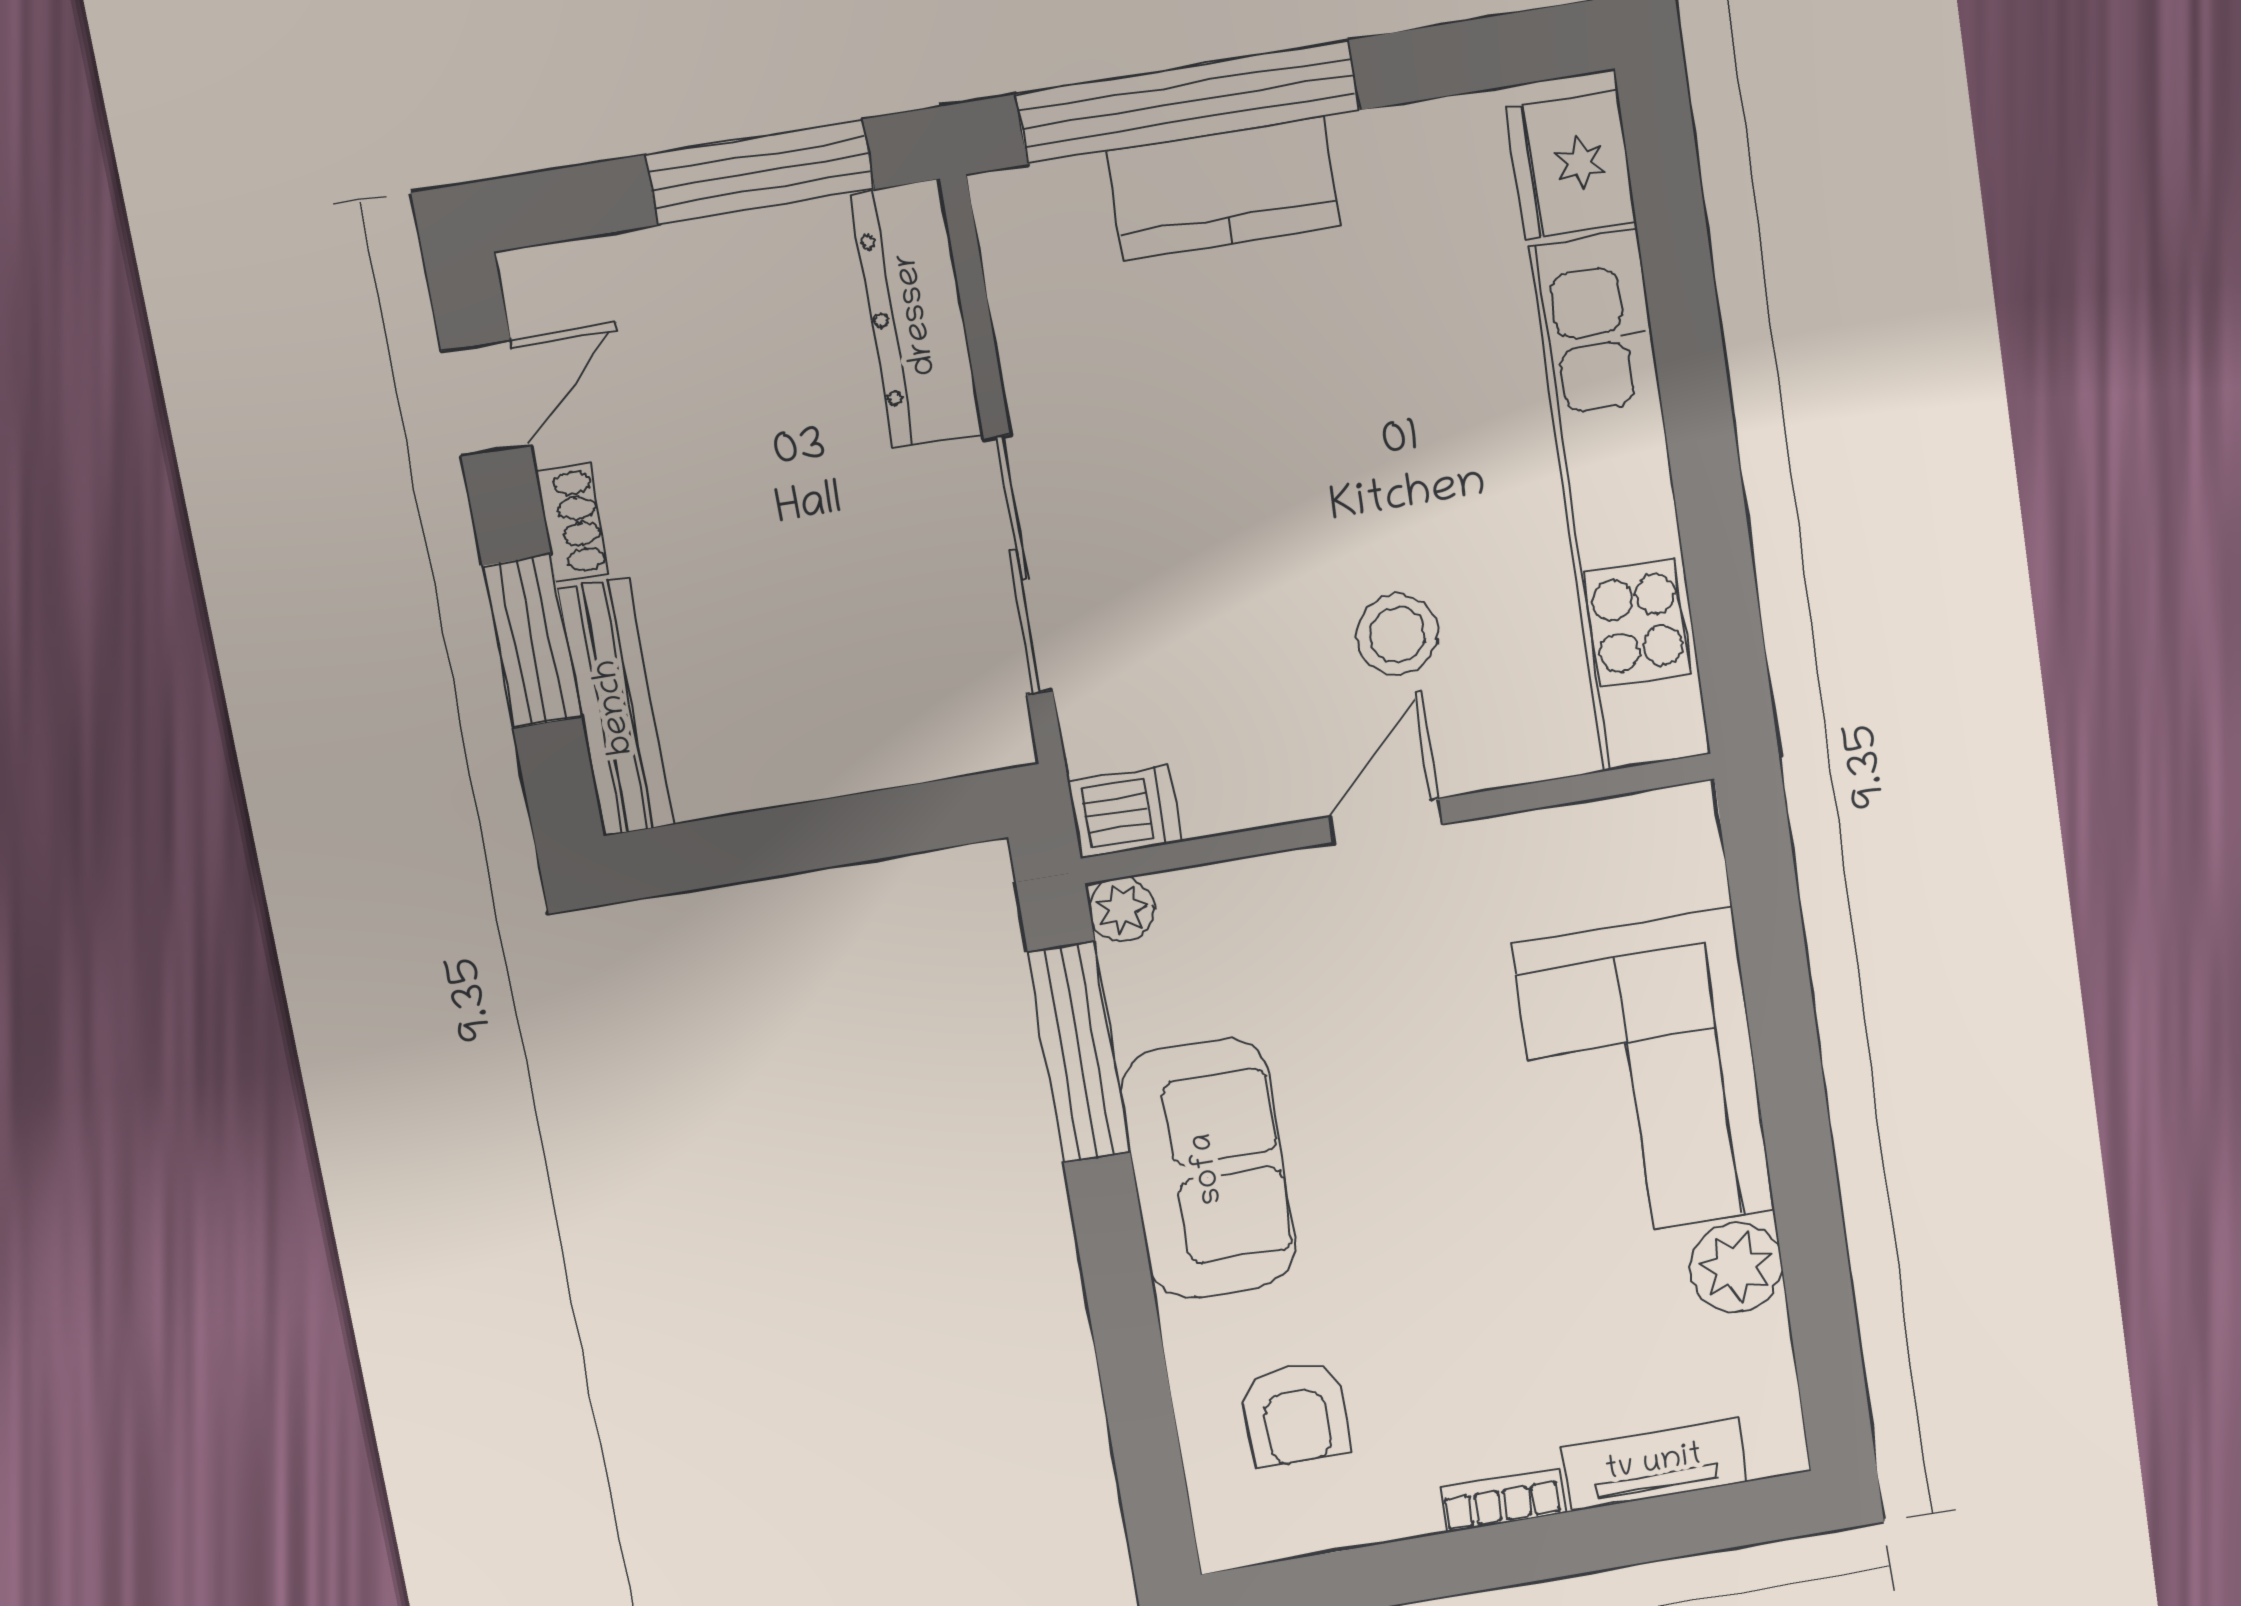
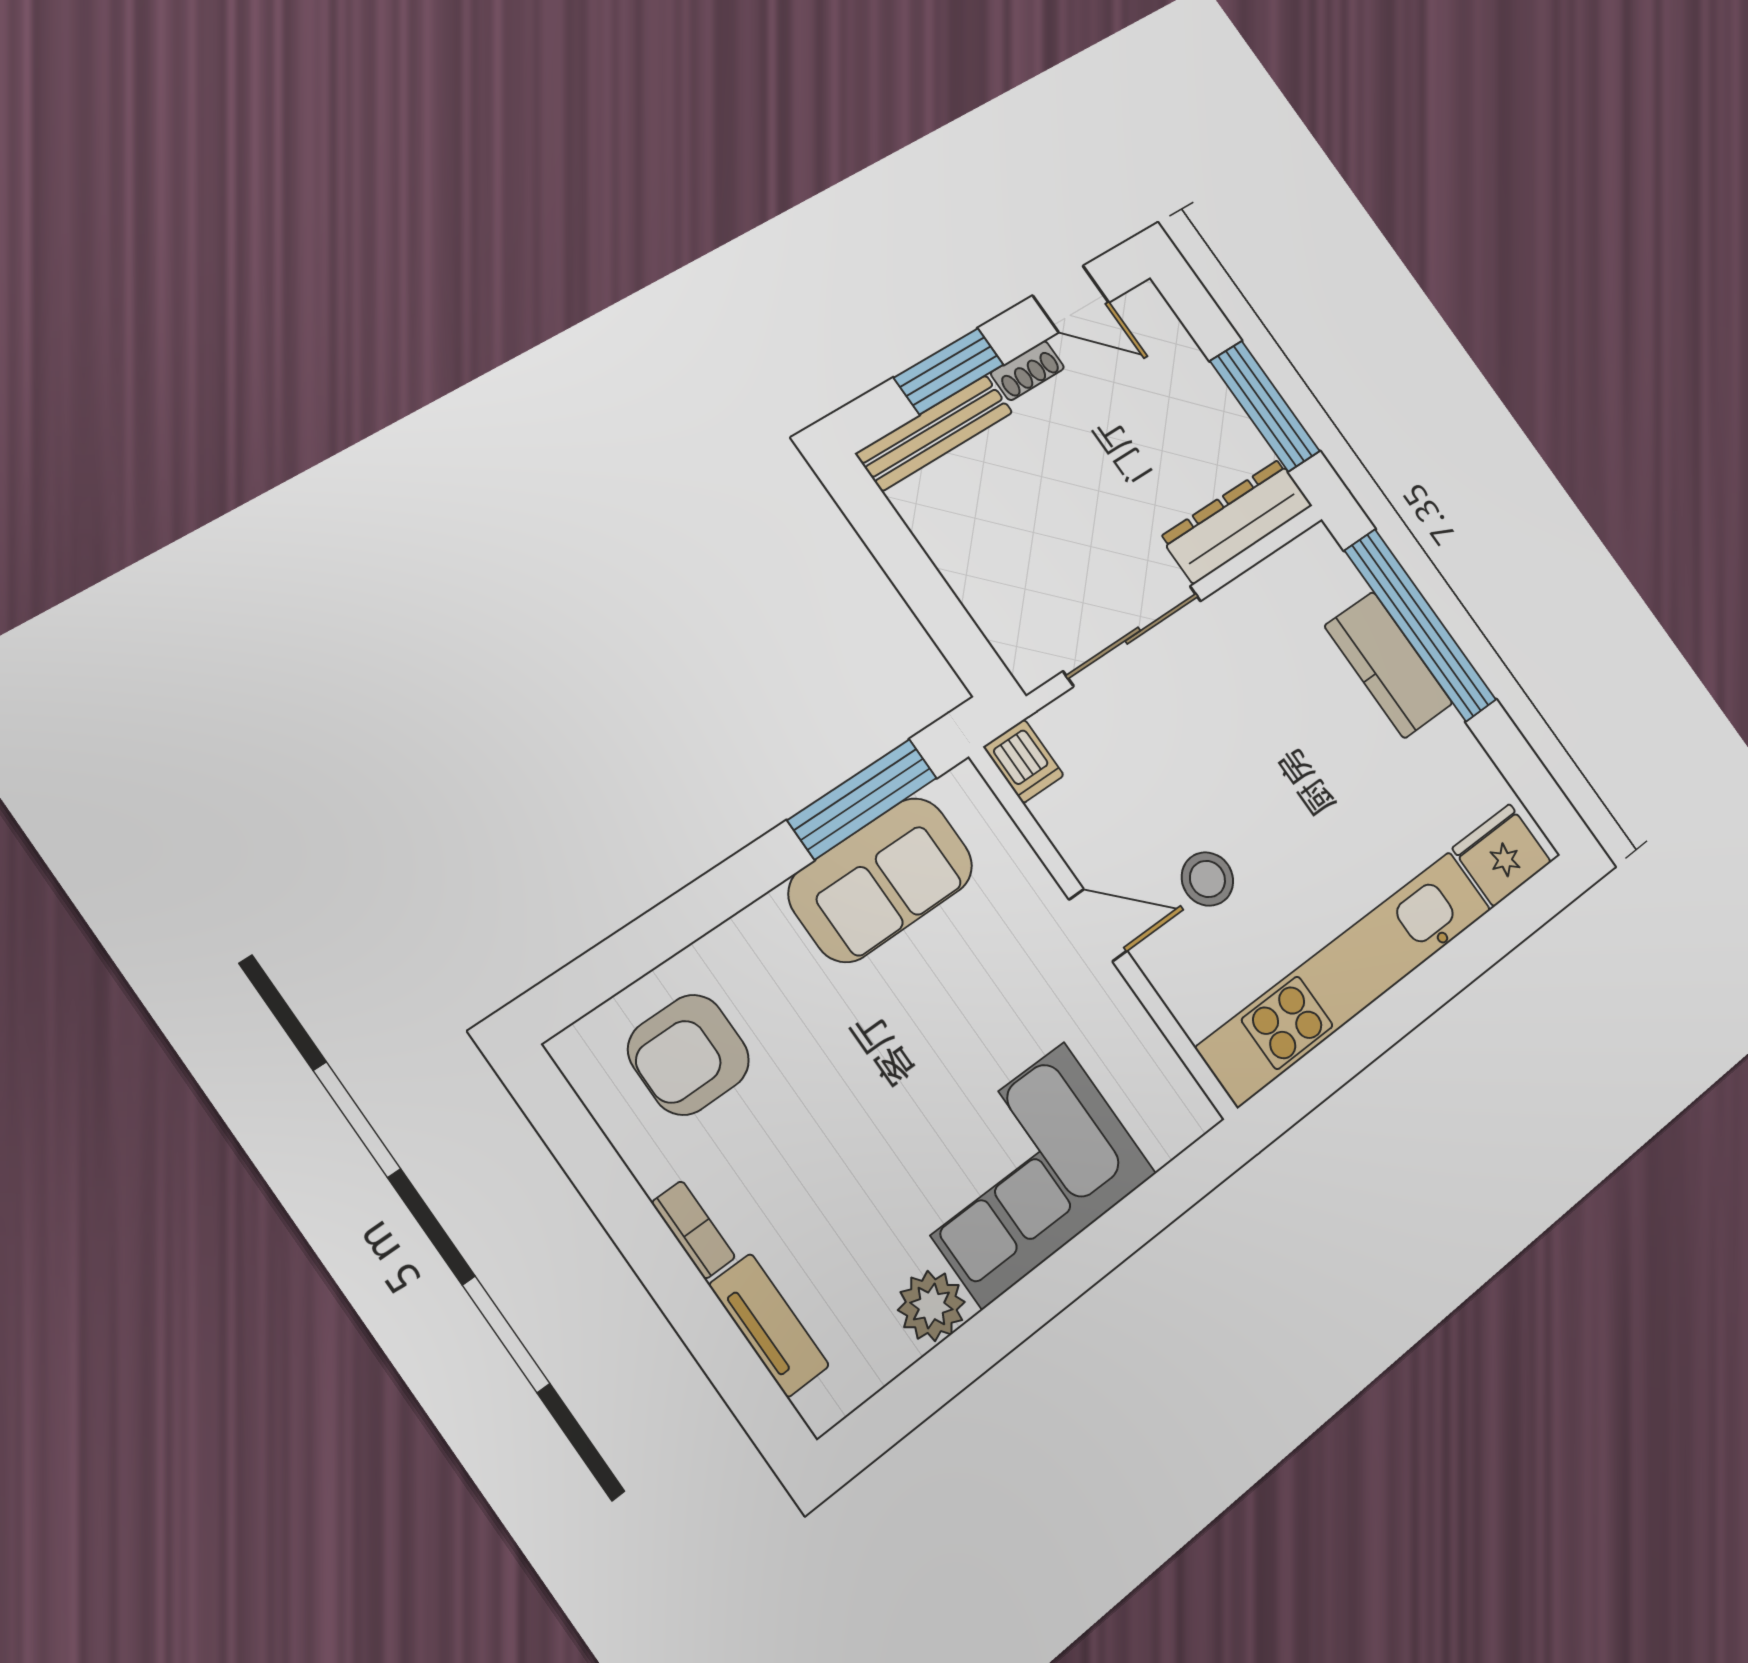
plant: (1122, 909) -> (964, 786), removed
sofa: (1208, 1169) -> (881, 879), moved
armchair: (1296, 1413) -> (689, 1055), width x1.38, depth x1.38

